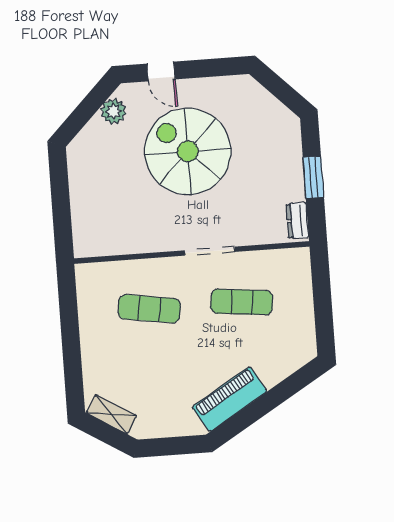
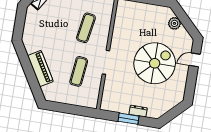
plant: (113, 111) -> (174, 23), moved
dresser: (298, 221) -> (138, 111), moved
piano: (230, 399) -> (40, 69), moved

